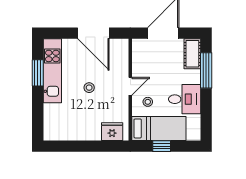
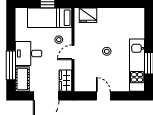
door: (93, 33) -> (103, 96), width x0.53
wardrobe: (140, 52) -> (66, 81), added
desk: (185, 99) -> (29, 53), moved

